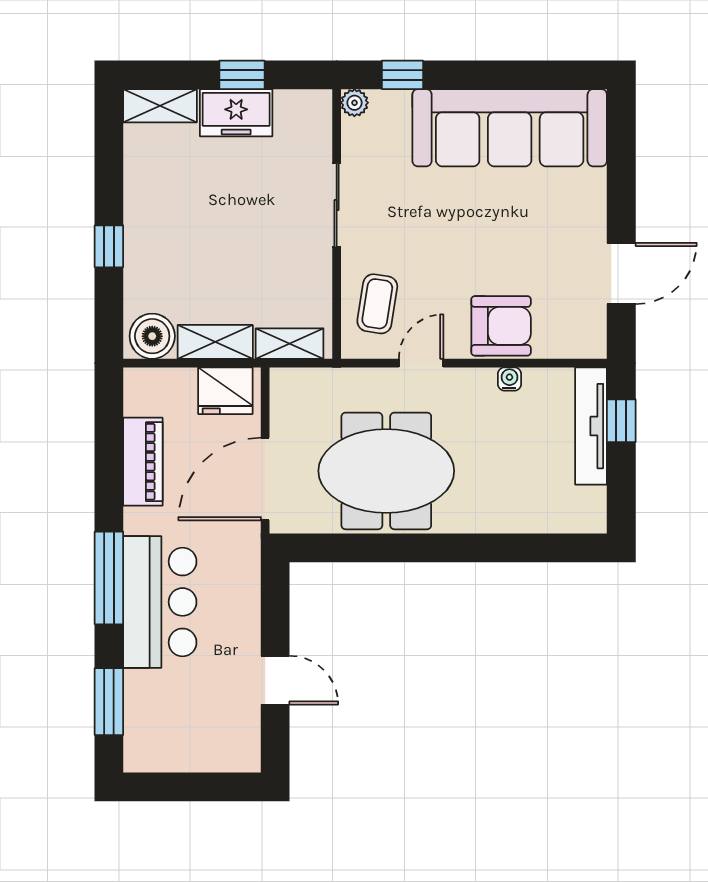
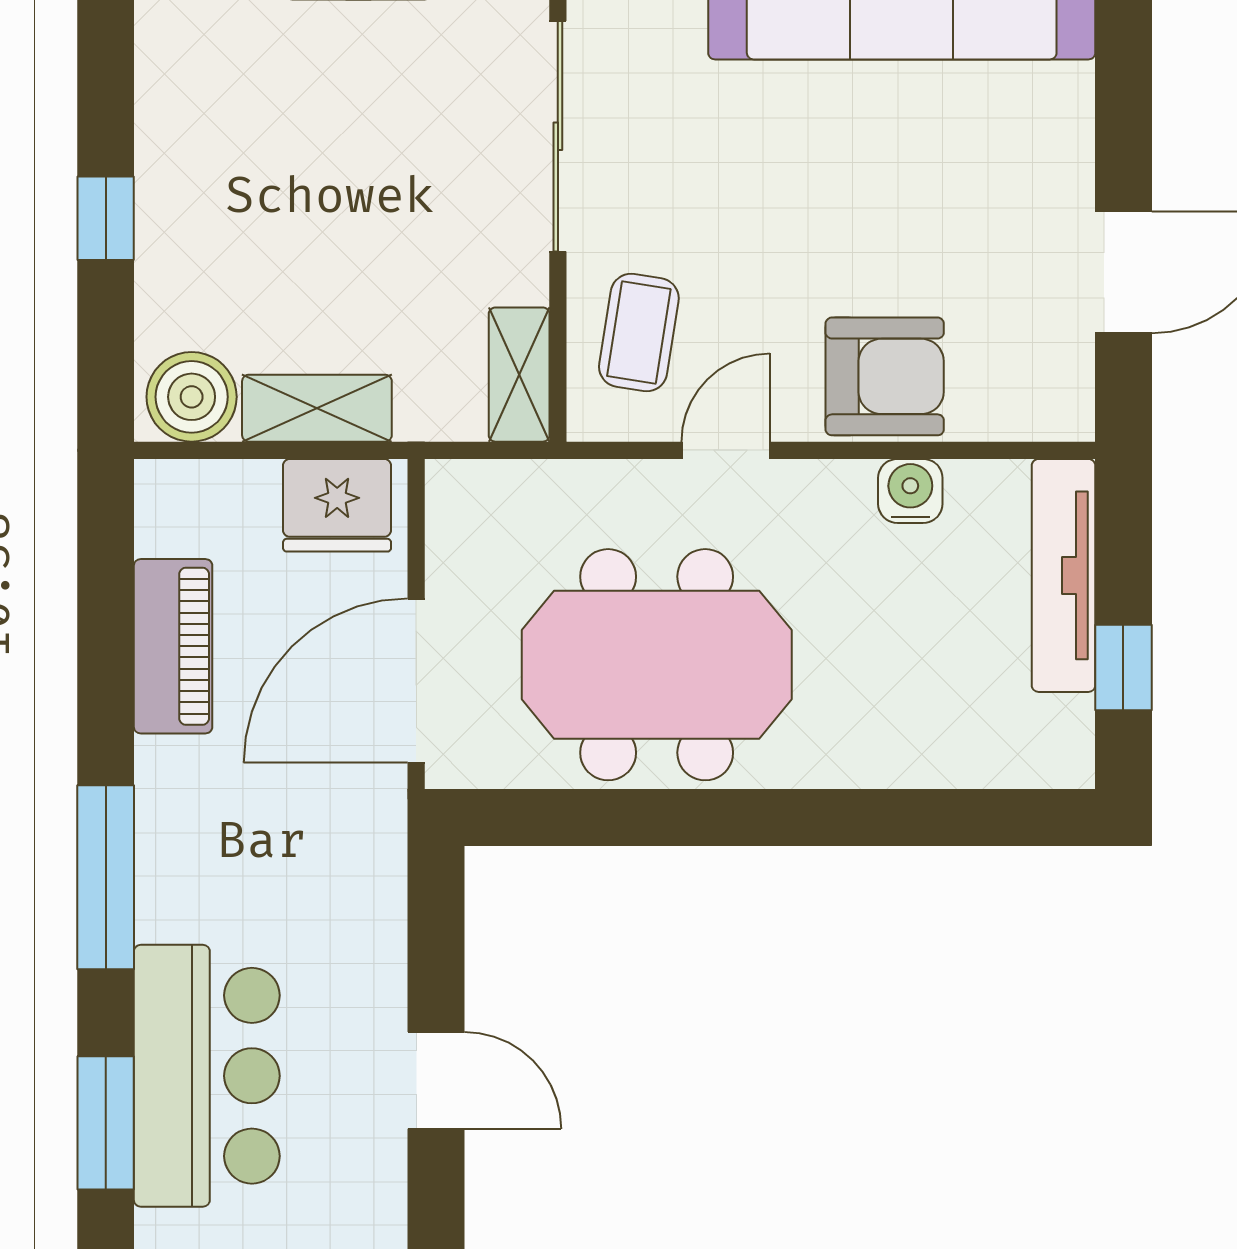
sliding door: (337, 205) -> (558, 136), width x1.37
shelving: (290, 344) -> (519, 375), moved, turned 90
water cooler: (509, 379) -> (910, 491), width x1.38, depth x1.38
window: (621, 421) -> (1123, 667), moved
bar counter: (160, 602) -> (207, 1076), moved

